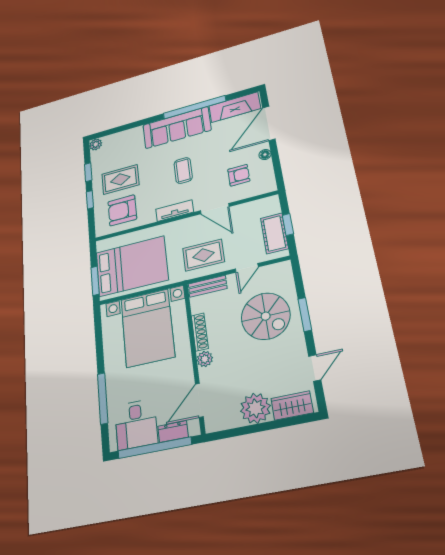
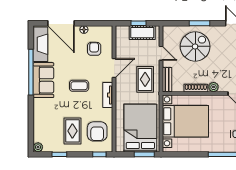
sofa: (177, 128) -> (43, 80), width x0.73
window: (90, 200) -> (99, 154), moved

